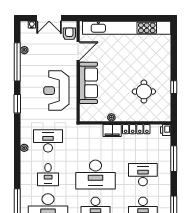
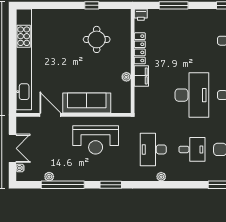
armchair: (69, 34) -> (31, 125), removed
desk: (143, 175) -> (192, 41), removed

